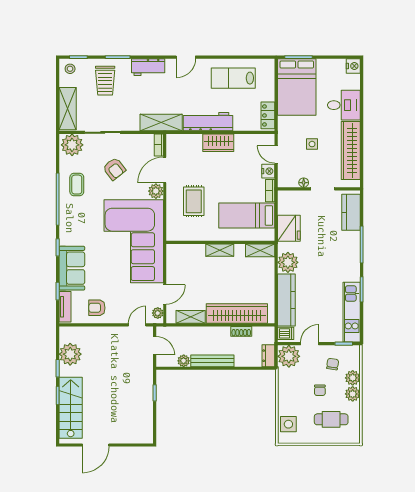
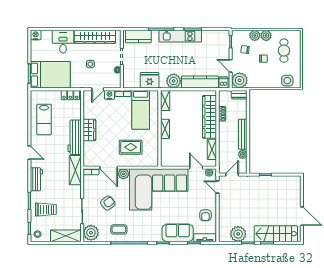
kitchen unit: (352, 312) -> (180, 36), moved

